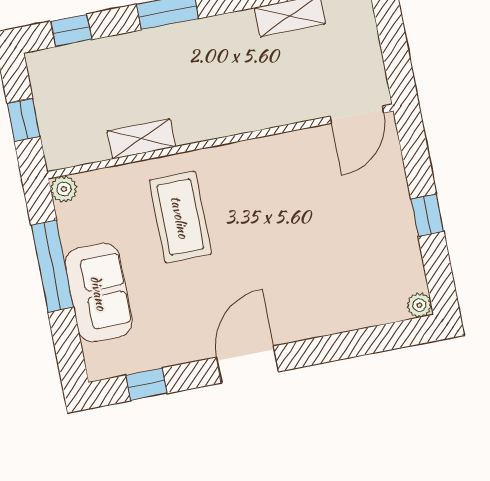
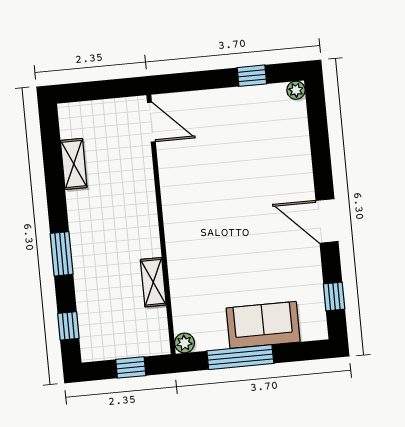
window: (427, 215) -> (252, 76), moved
coffee table: (180, 217) -> (214, 259), removed

